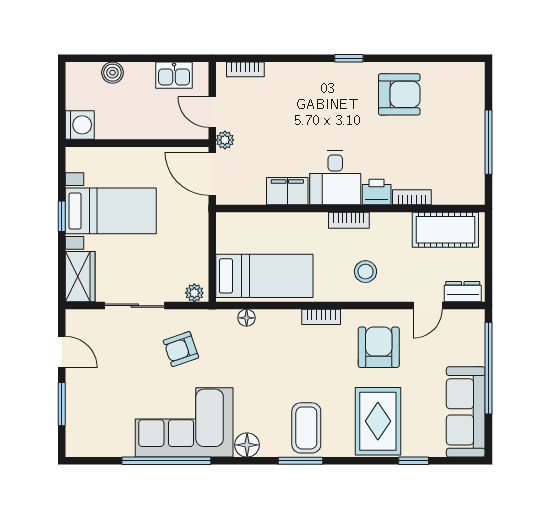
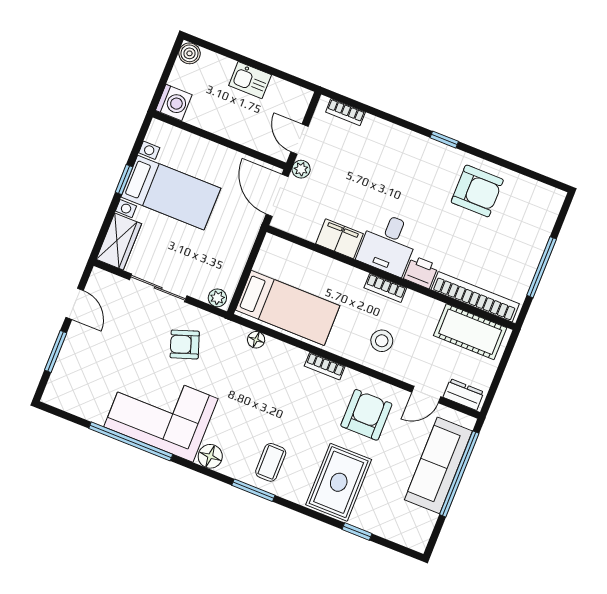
boiler: (112, 73) -> (189, 53), moved
kitchen sink: (174, 75) -> (250, 80), moved
bookcase: (412, 197) -> (475, 297), width x2.31, depth x1.31
sofa: (466, 412) -> (438, 465), moved
coffee table: (306, 428) -> (271, 462), width x0.73, depth x0.77

